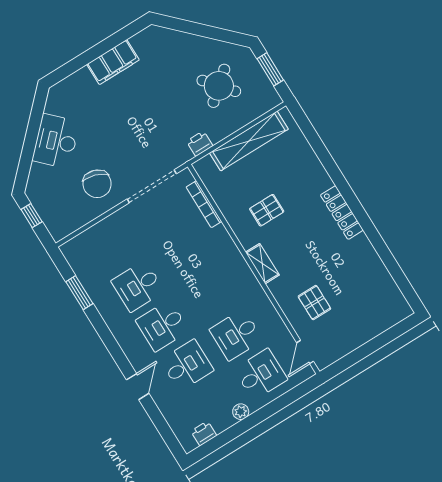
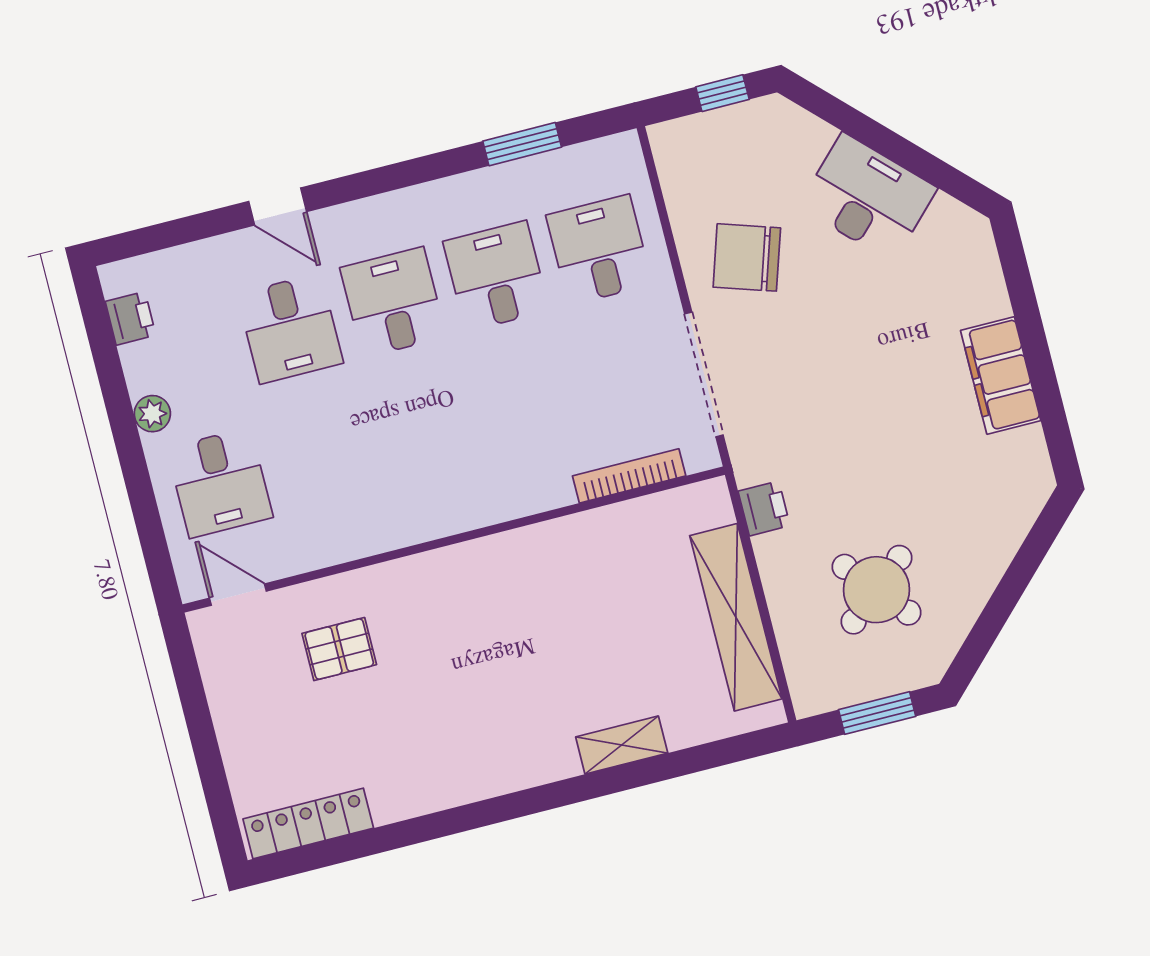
pallet: (267, 210) -> (573, 608), removed
locker: (342, 213) -> (308, 823), moved
shelving: (262, 264) -> (622, 745), moved
desk: (236, 335) -> (599, 250), moved

